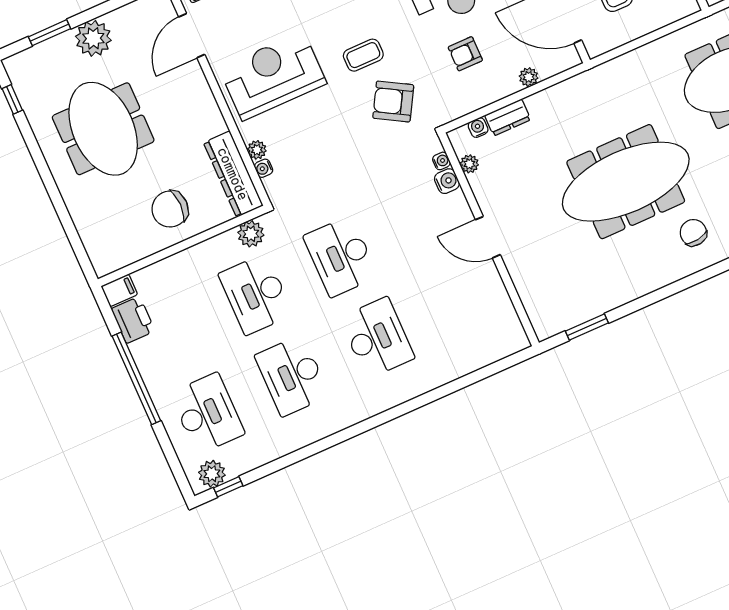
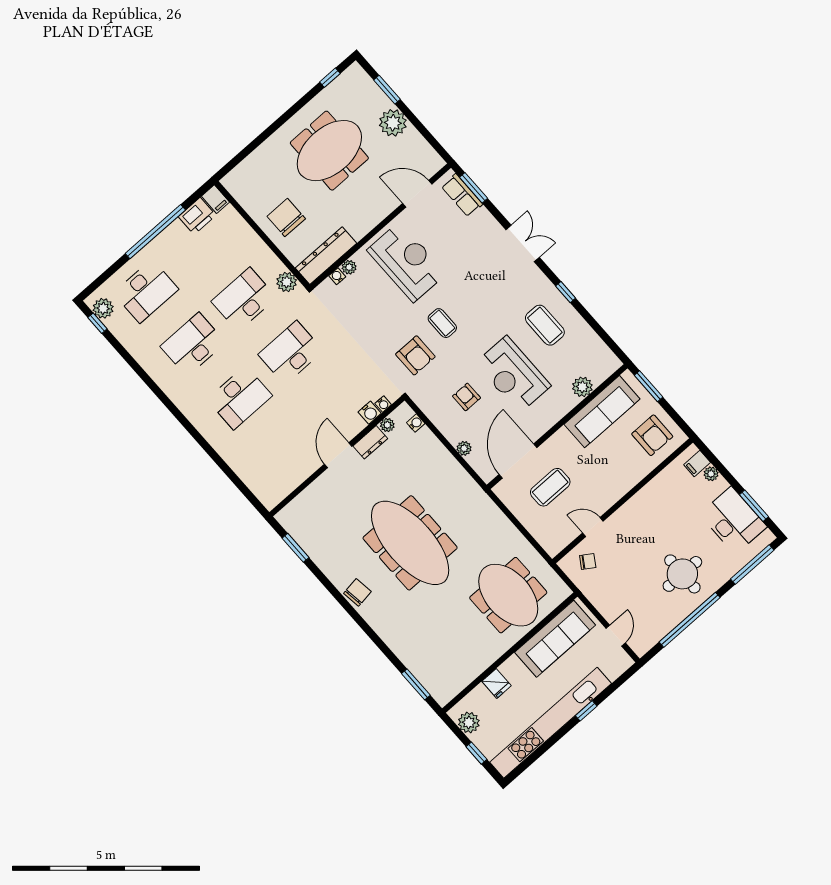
armchair: (393, 101) -> (415, 355), turned 150
dresser: (508, 117) -> (370, 442), moved, turned -90
chair: (693, 233) -> (357, 592), moved

